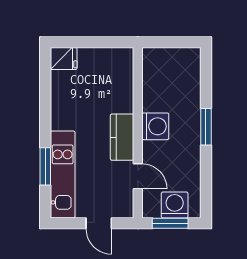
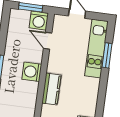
kitchen counter: (122, 137) -> (51, 89), moved
washing machine: (175, 205) -> (39, 21), moved

